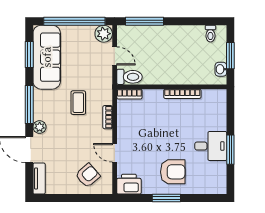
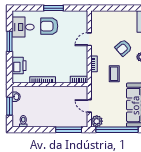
toilet: (129, 77) -> (79, 92), removed
desk: (211, 146) -> (23, 27), moved
door: (115, 153) -> (89, 39), swing flipped
armchair: (88, 175) -> (123, 48), moved
printer: (129, 184) -> (19, 66), moved, turned -90

